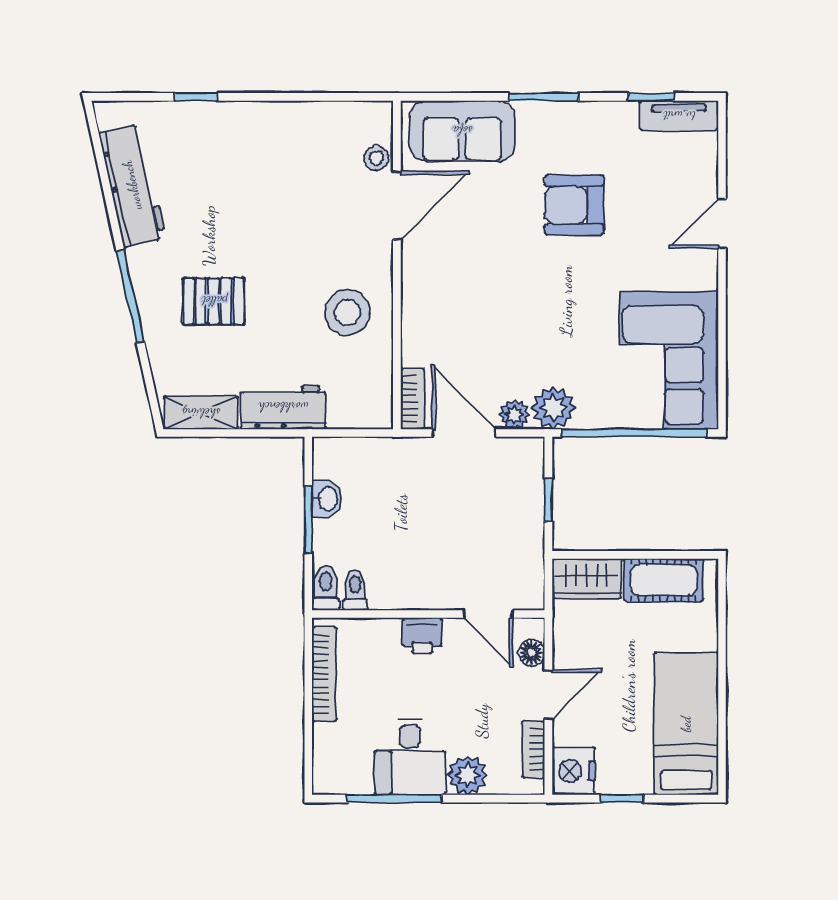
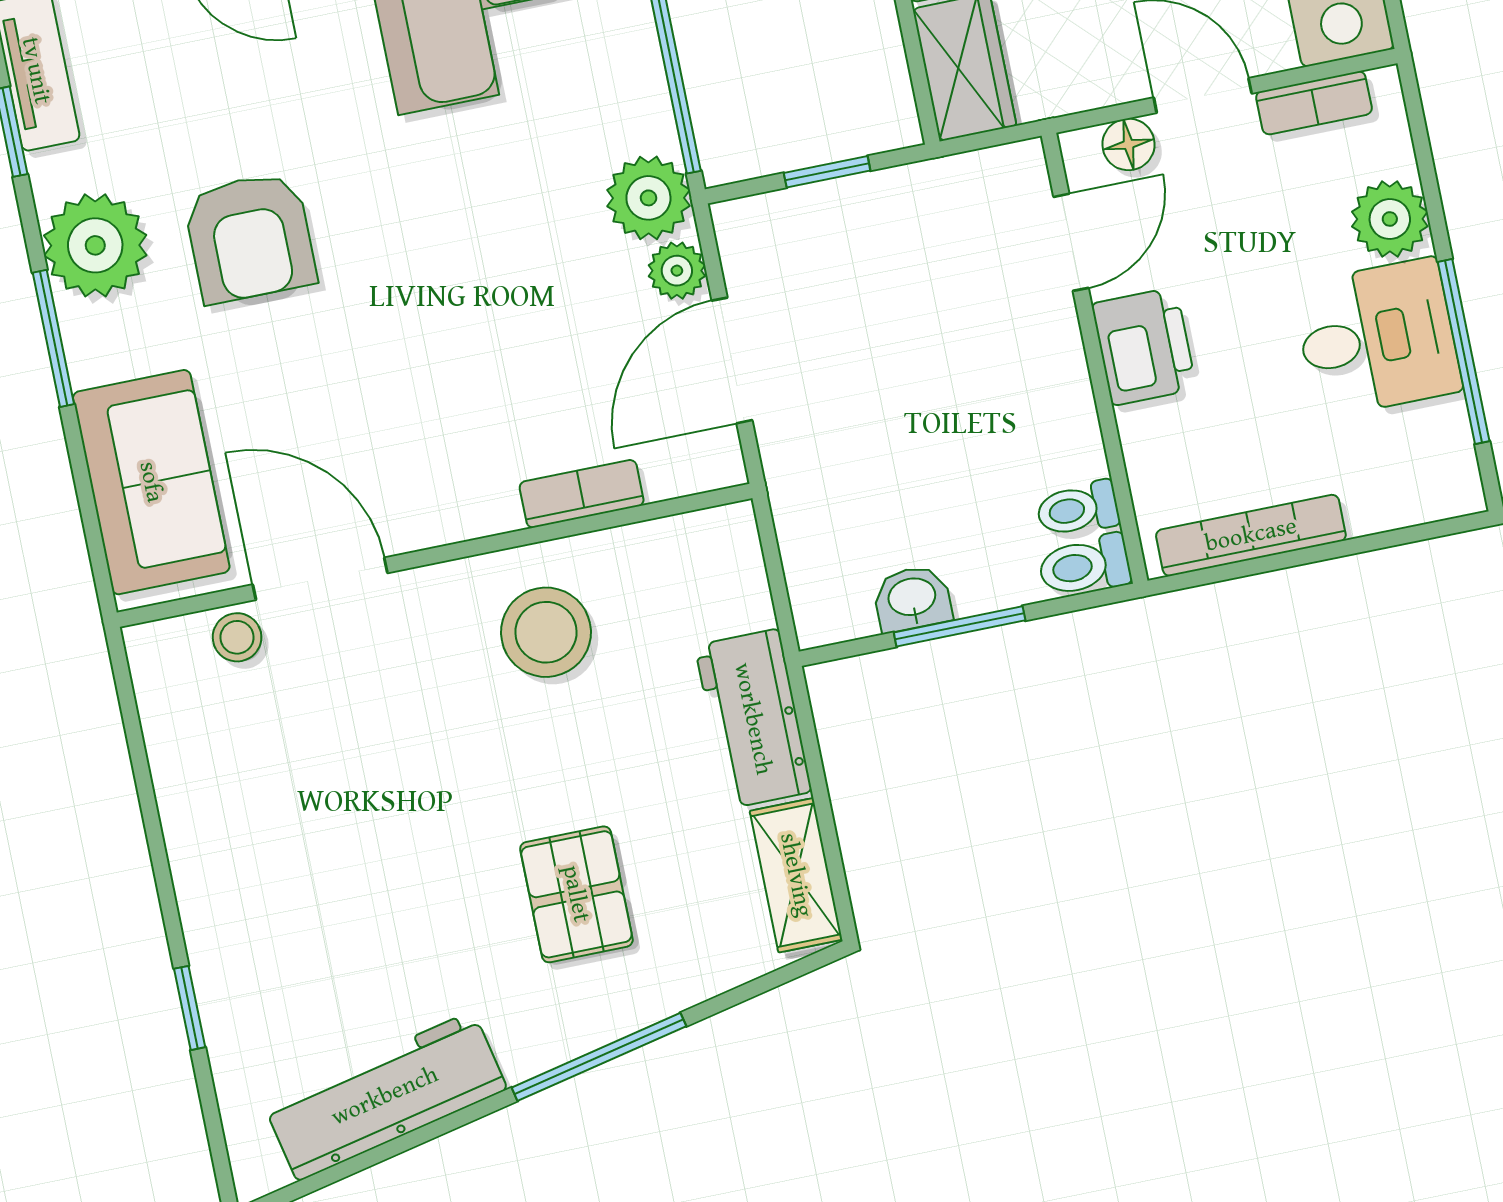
plant: (586, 127) -> (95, 245), added
bookcase: (413, 399) -> (582, 494), moved
printer: (422, 635) -> (1144, 346), width x1.36, depth x1.24

